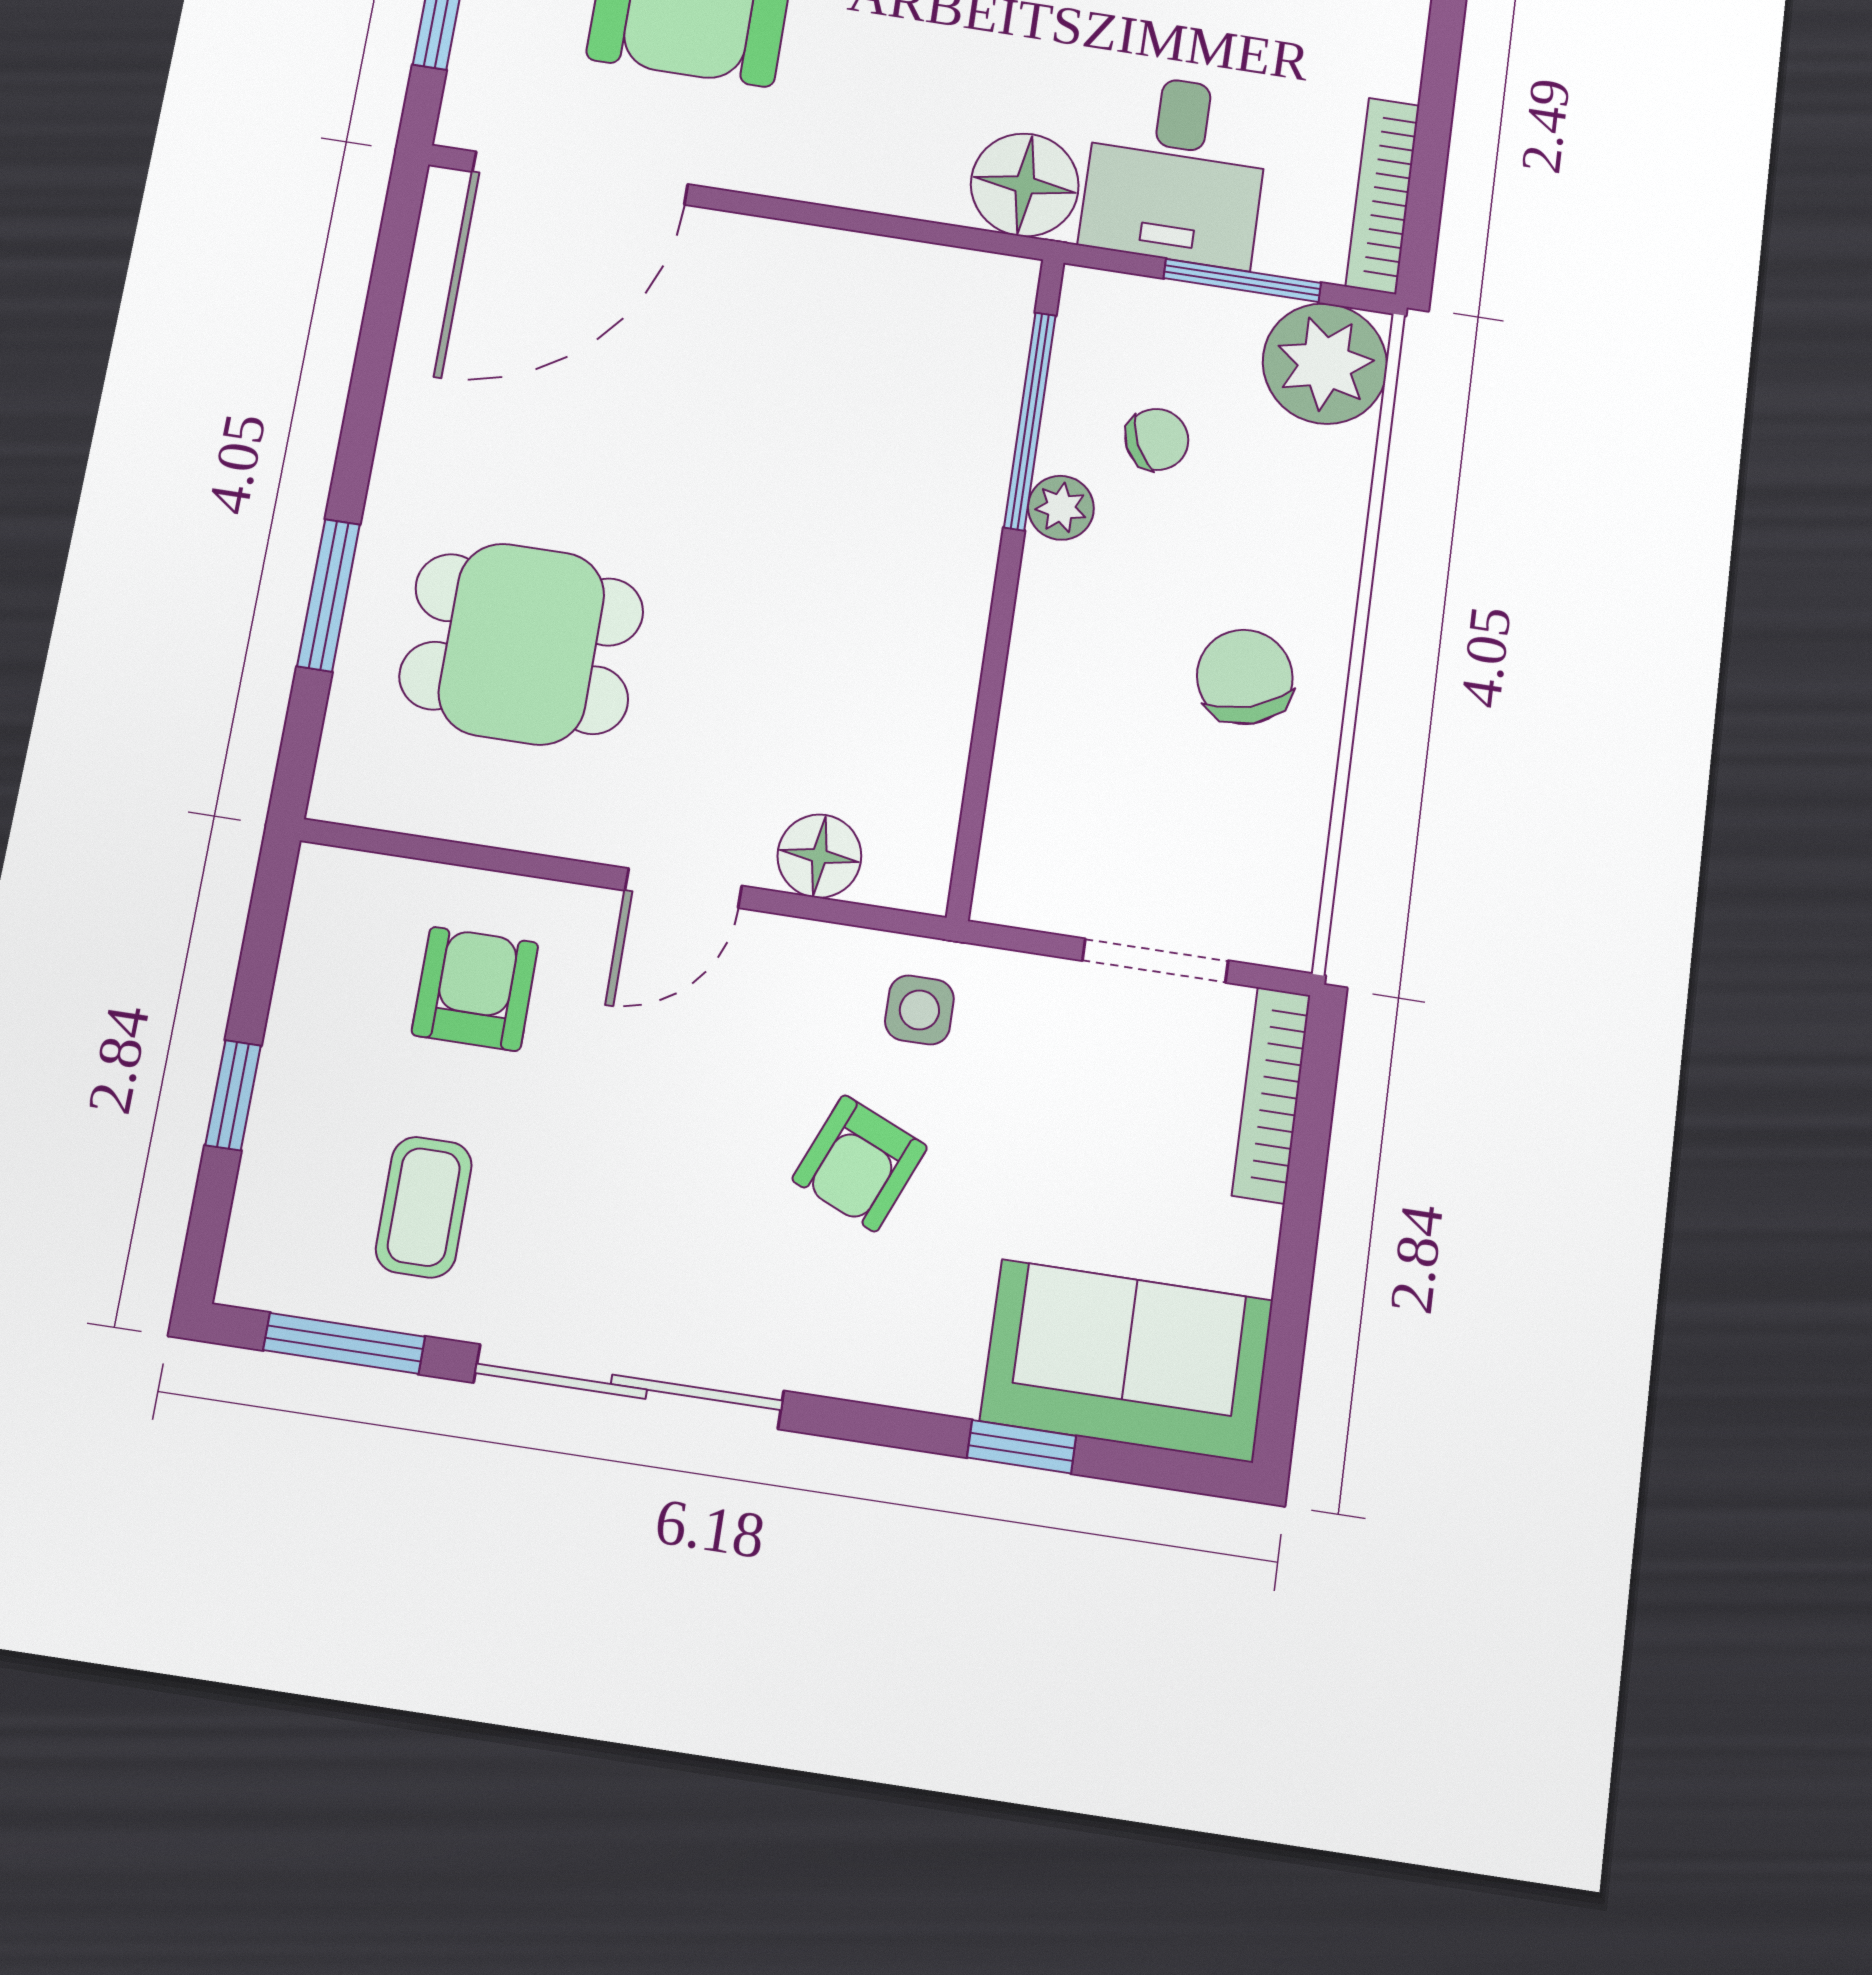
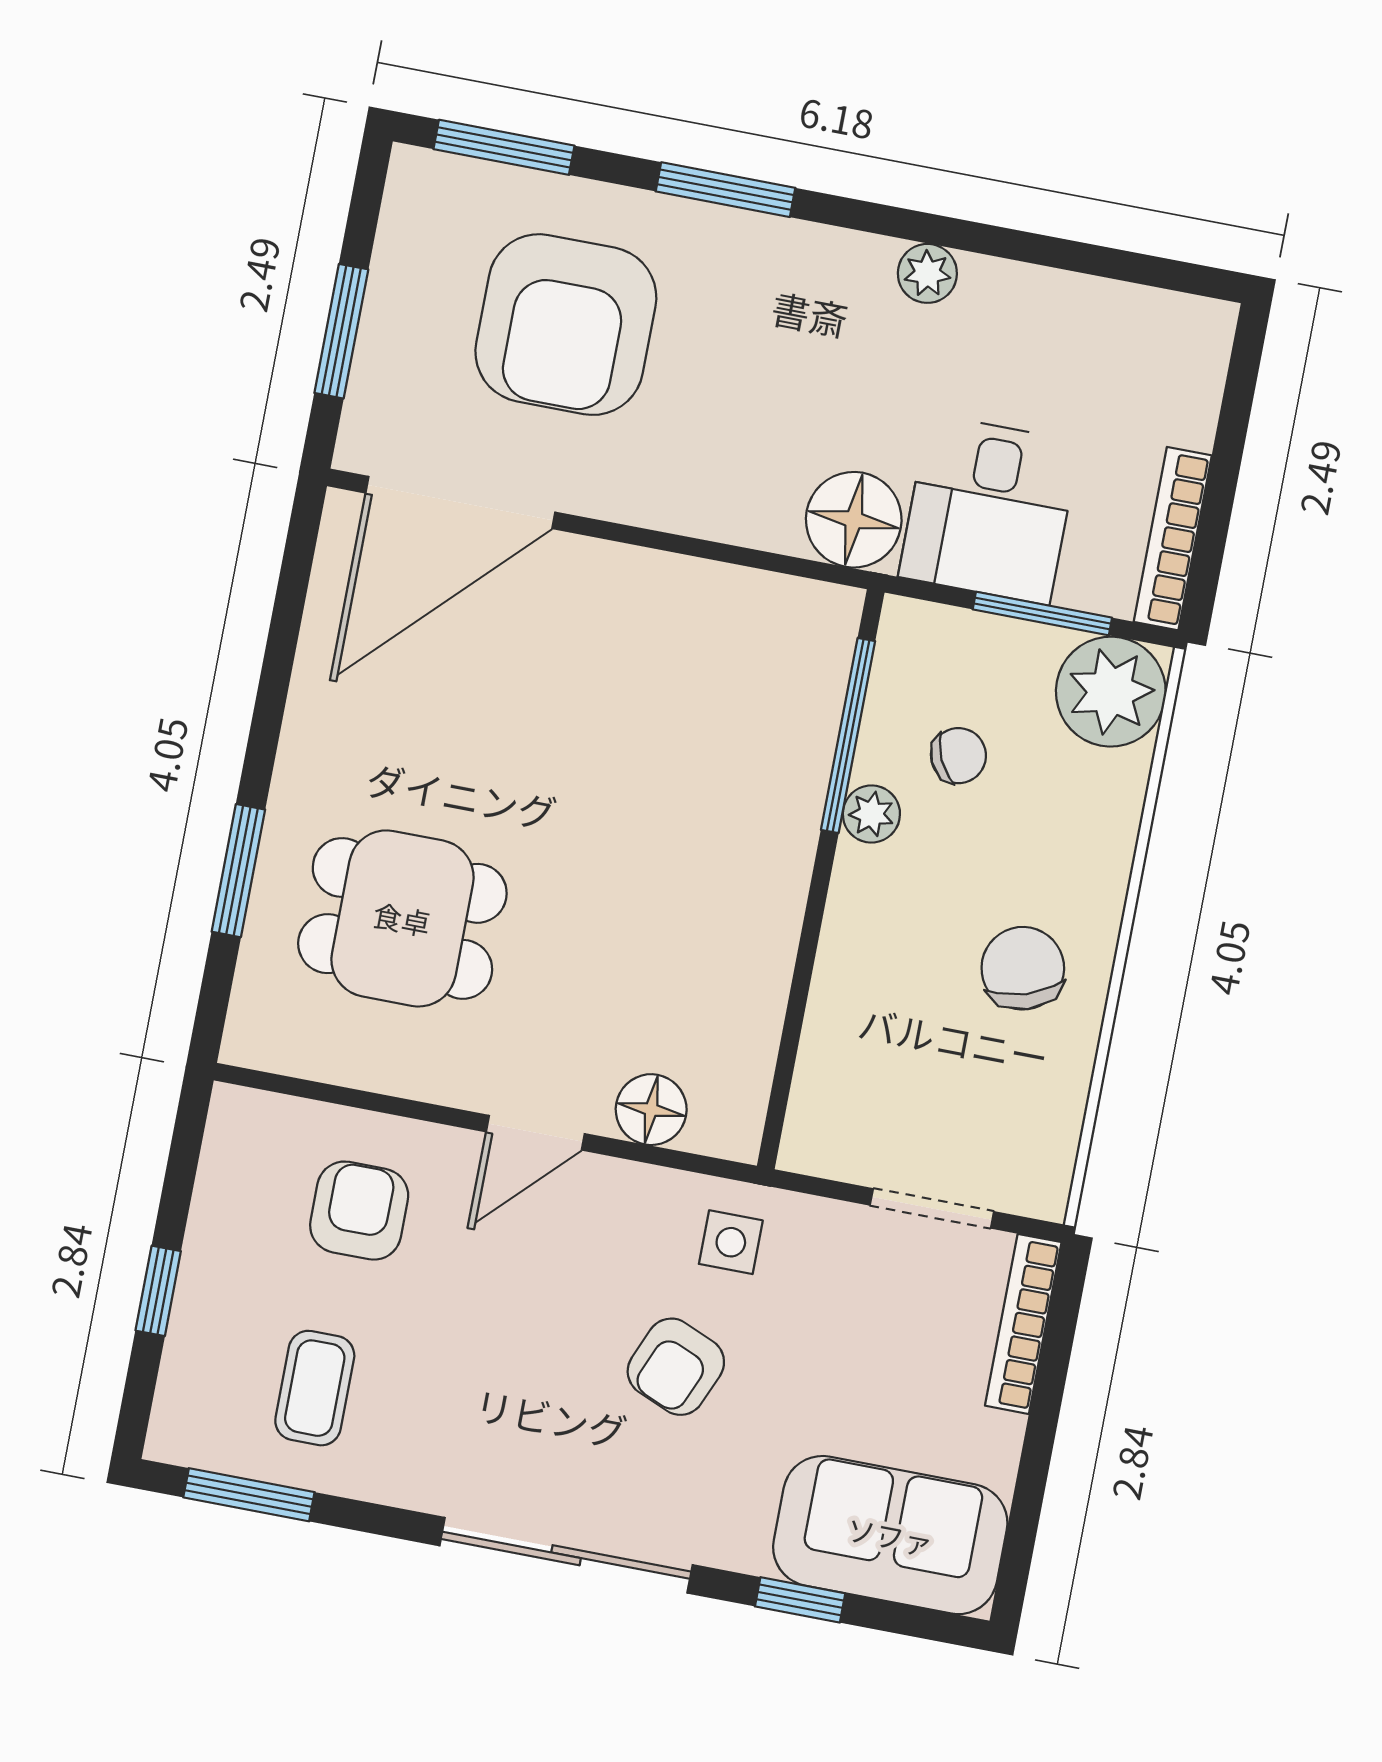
sliding door: (629, 1387) -> (566, 1555), moved

